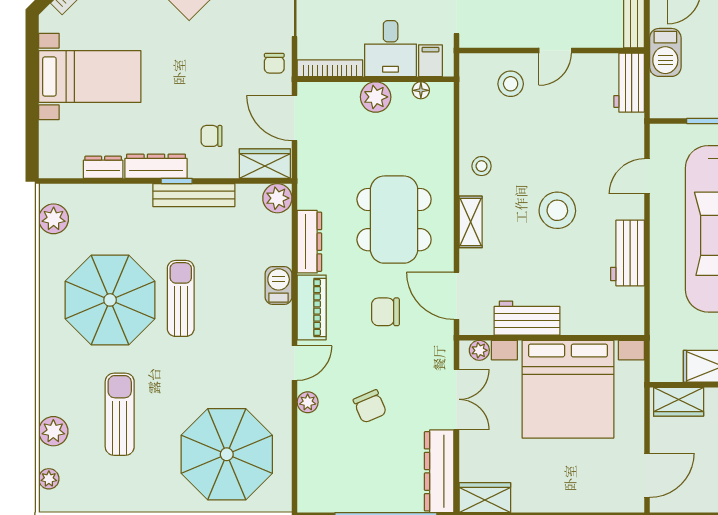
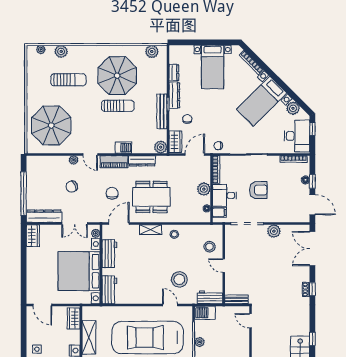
barbecue: (665, 52) -> (205, 313), moved
stool: (557, 210) -> (179, 279), moved
workbench: (627, 253) -> (109, 290), moved, turned 90

